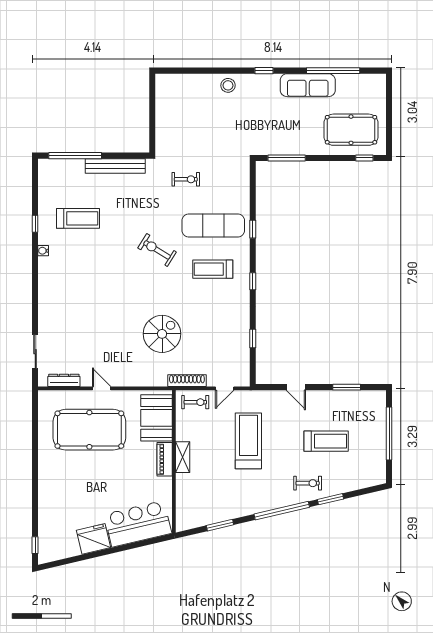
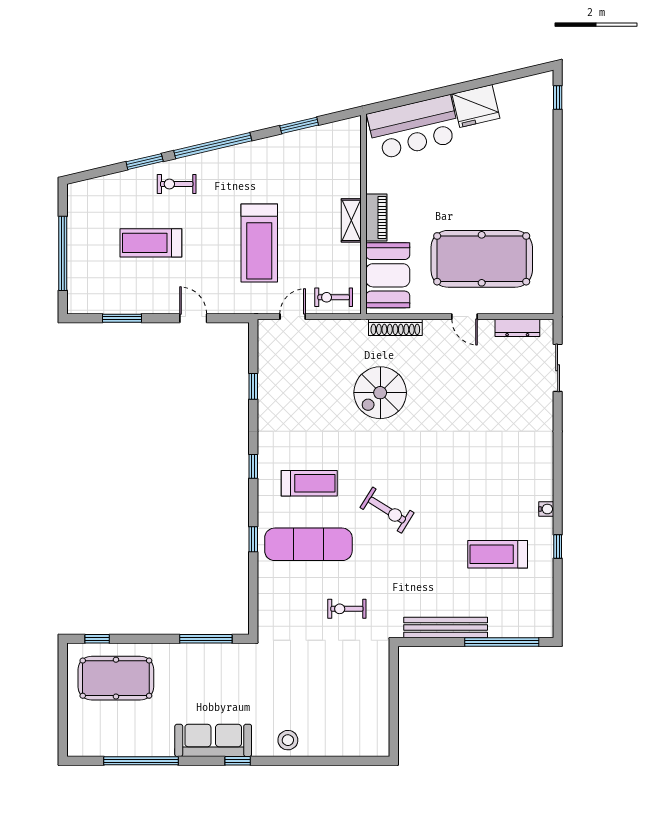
sofa: (308, 85) -> (213, 740), moved
shoe rack: (187, 381) -> (395, 327), moved

